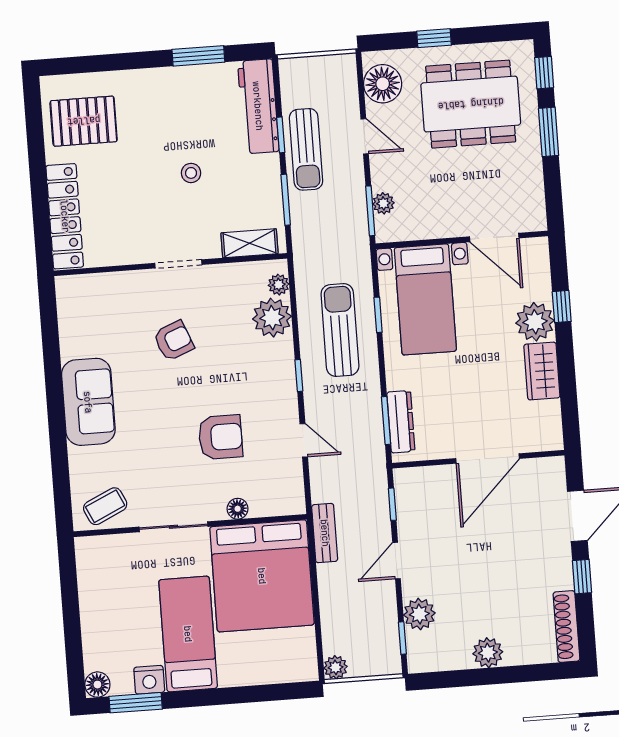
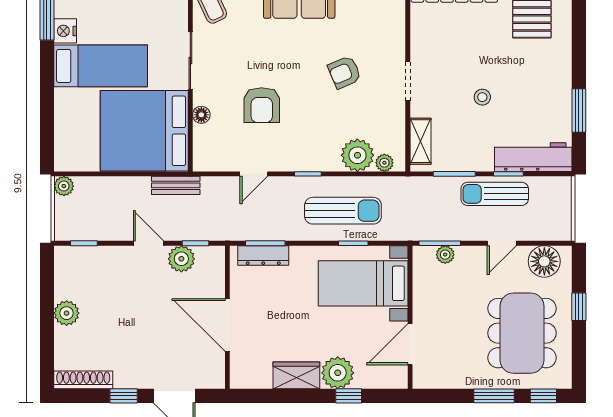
armchair: (174, 341) -> (344, 72), turned 89
plant: (419, 614) -> (181, 259), moved

